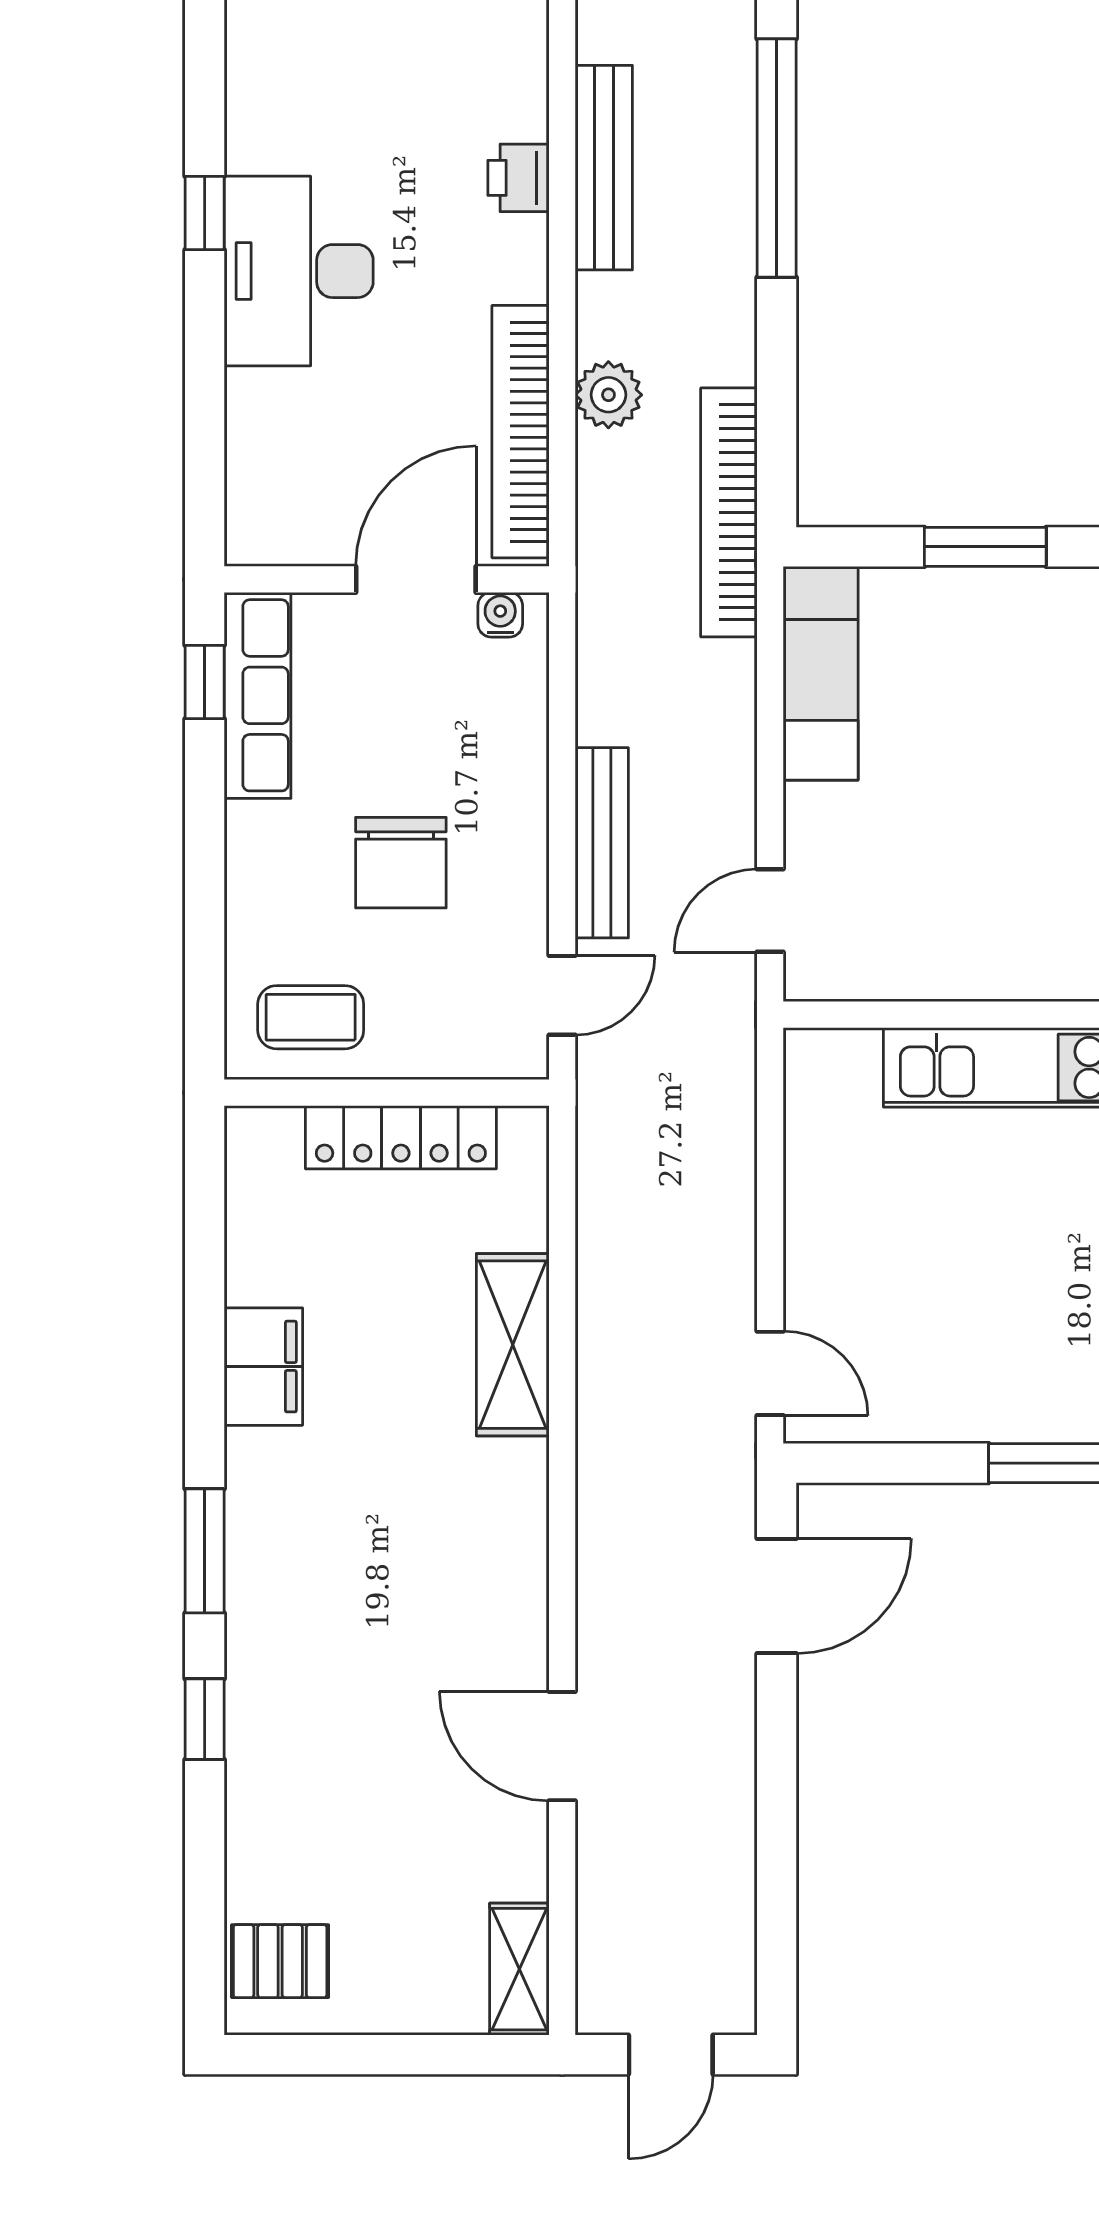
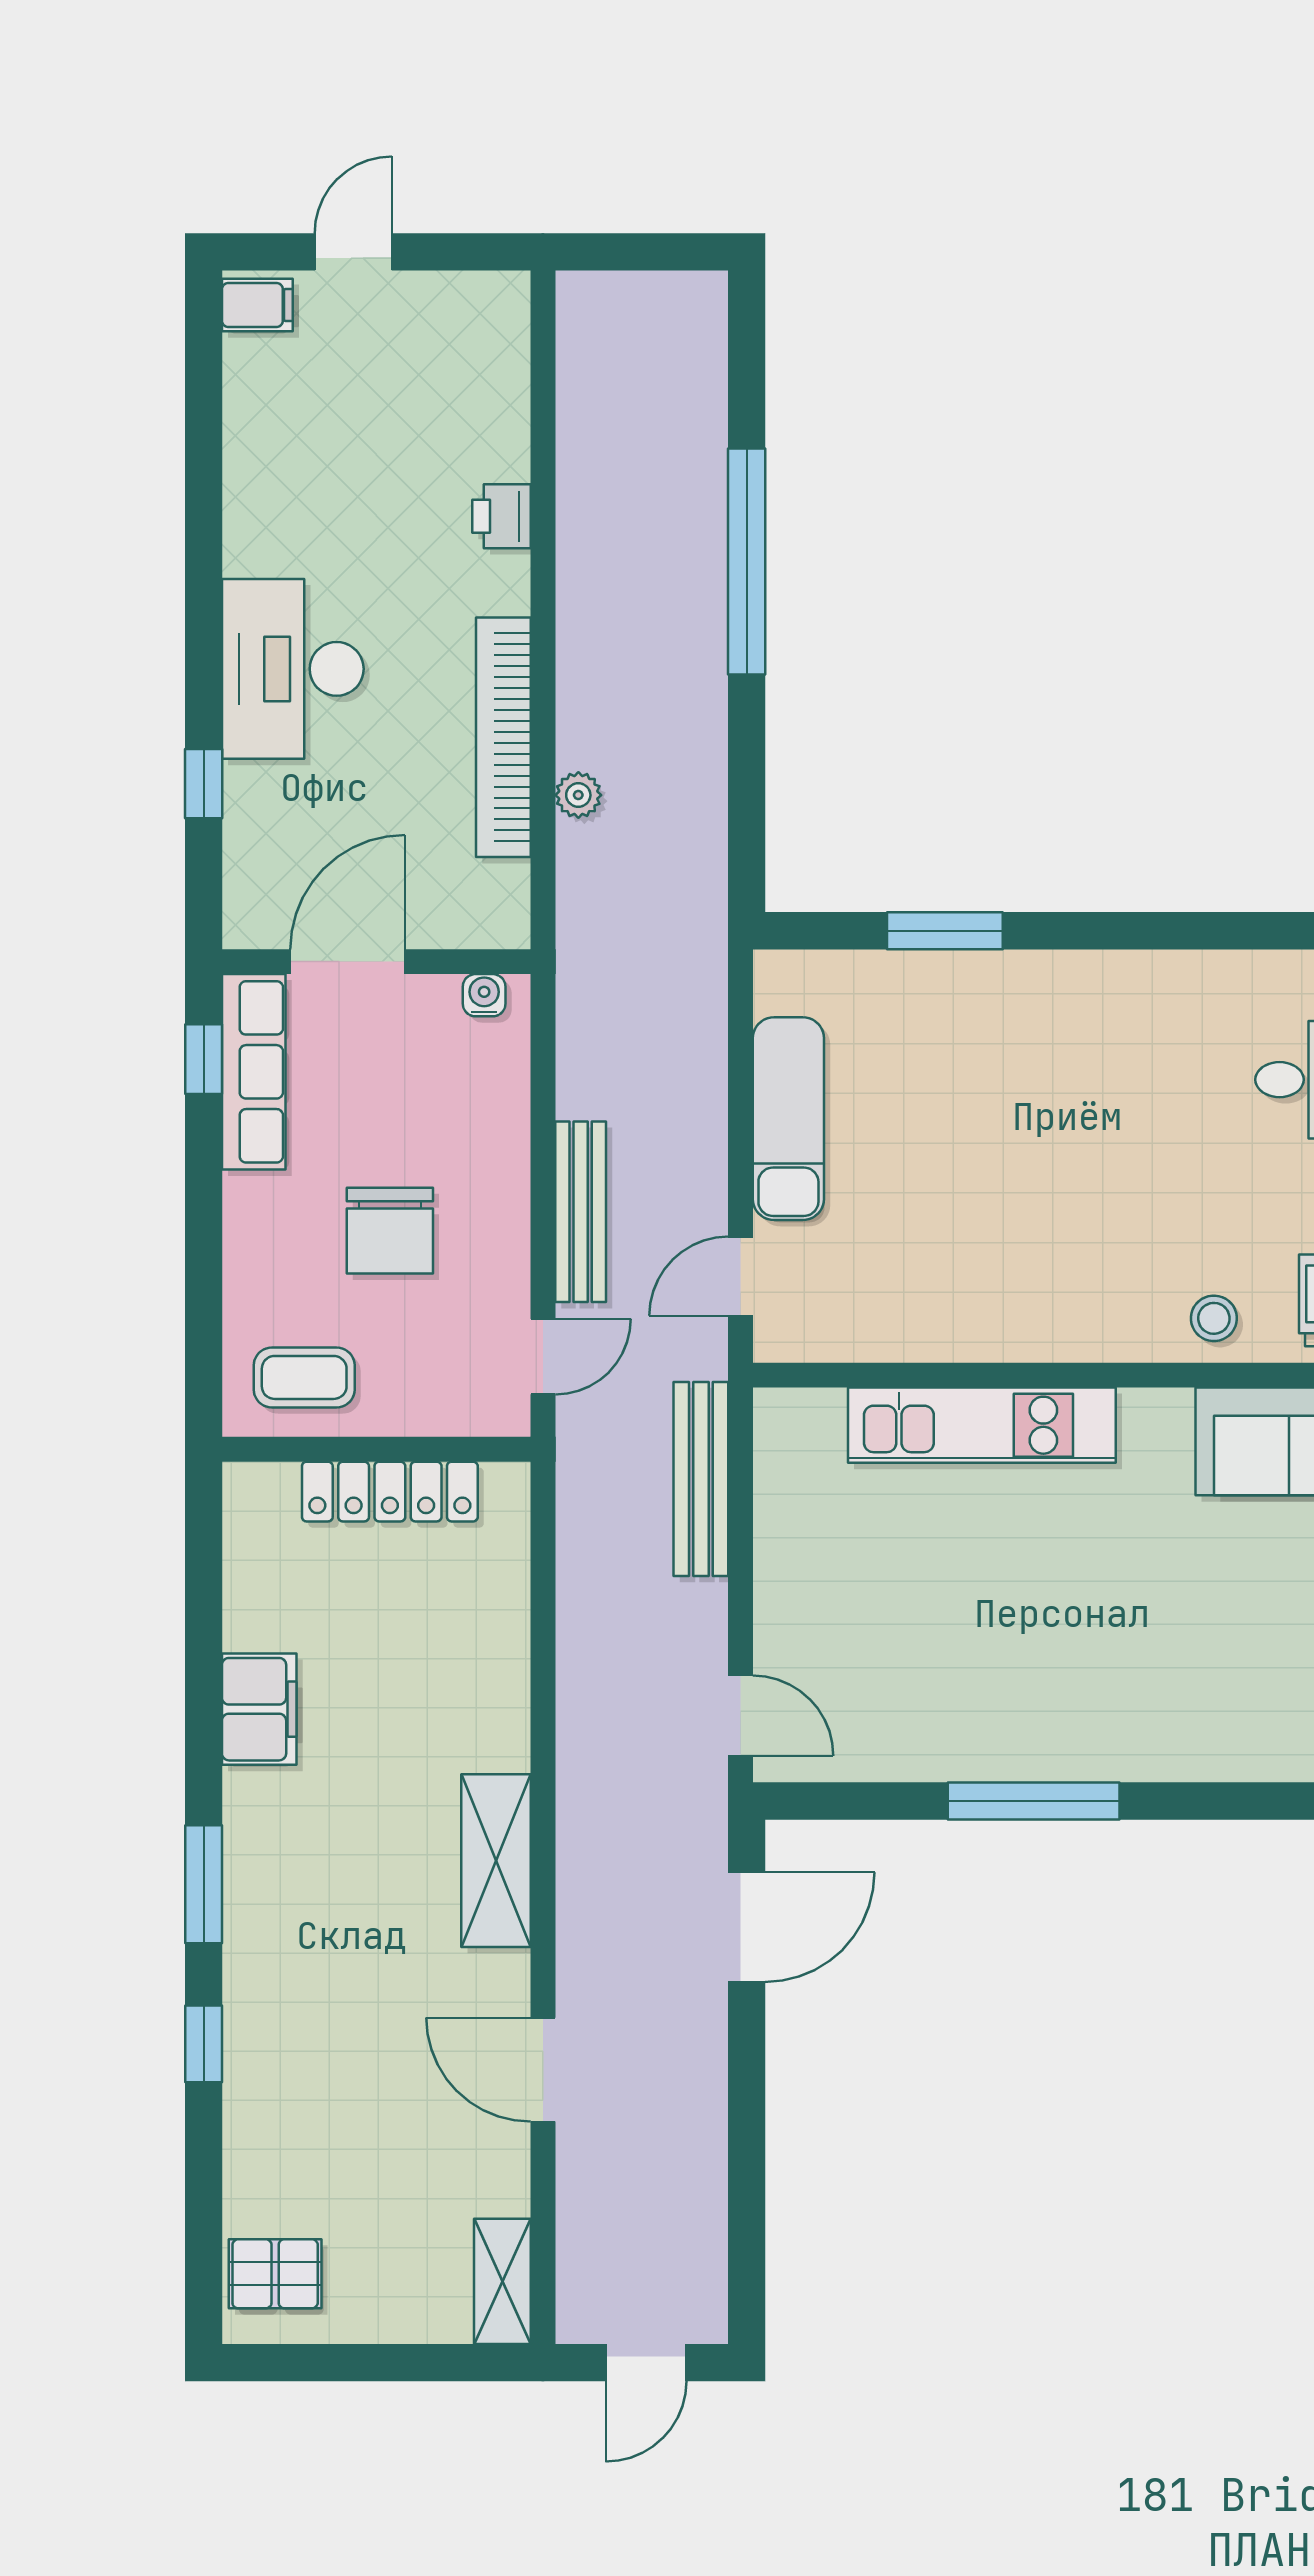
bench: (604, 168) -> (701, 1479), moved
printer: (518, 178) -> (501, 516), moved
window: (205, 213) -> (204, 784), moved
plant: (608, 395) -> (578, 795), width x0.73, depth x0.73
bookcase: (521, 432) -> (503, 737), moved
bookcase: (729, 512) -> (701, 898), removed
door: (416, 579) -> (348, 962), moved
exam couch: (821, 673) -> (788, 1119), moved
shelving: (513, 1345) -> (496, 1861), moved

